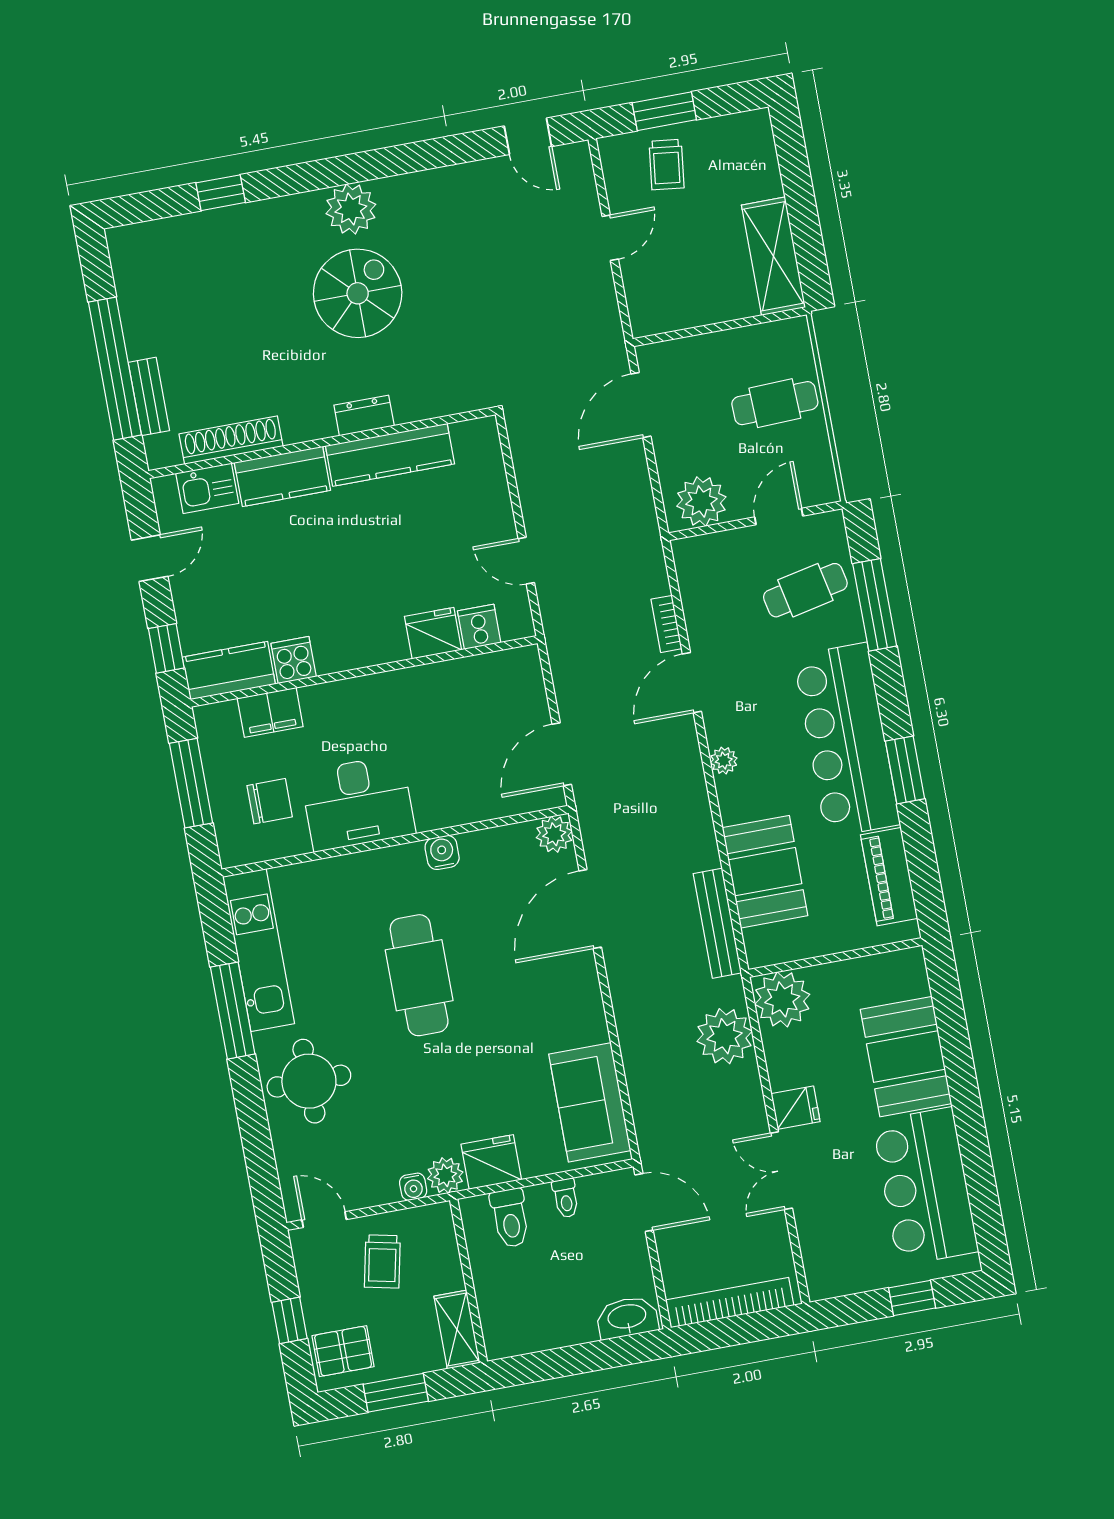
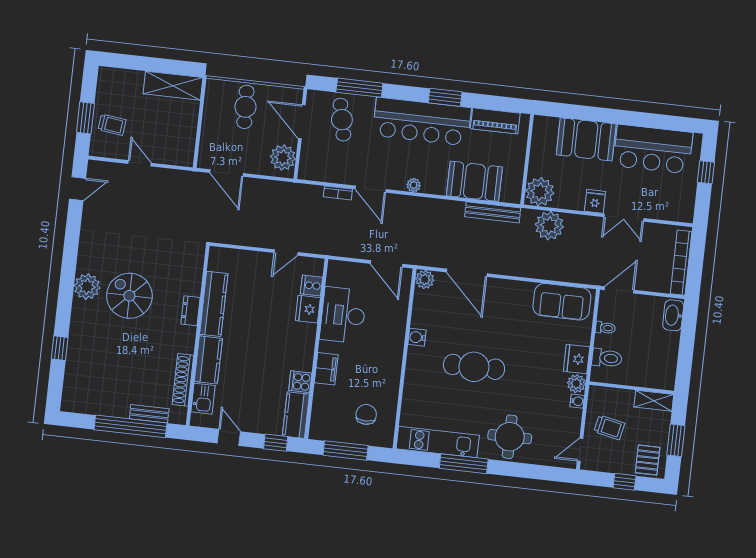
door: (779, 517) -> (302, 122), width x1.38
filing cabinet: (270, 712) -> (326, 369), moved
desk: (358, 803) -> (343, 315), moved, turned 180

